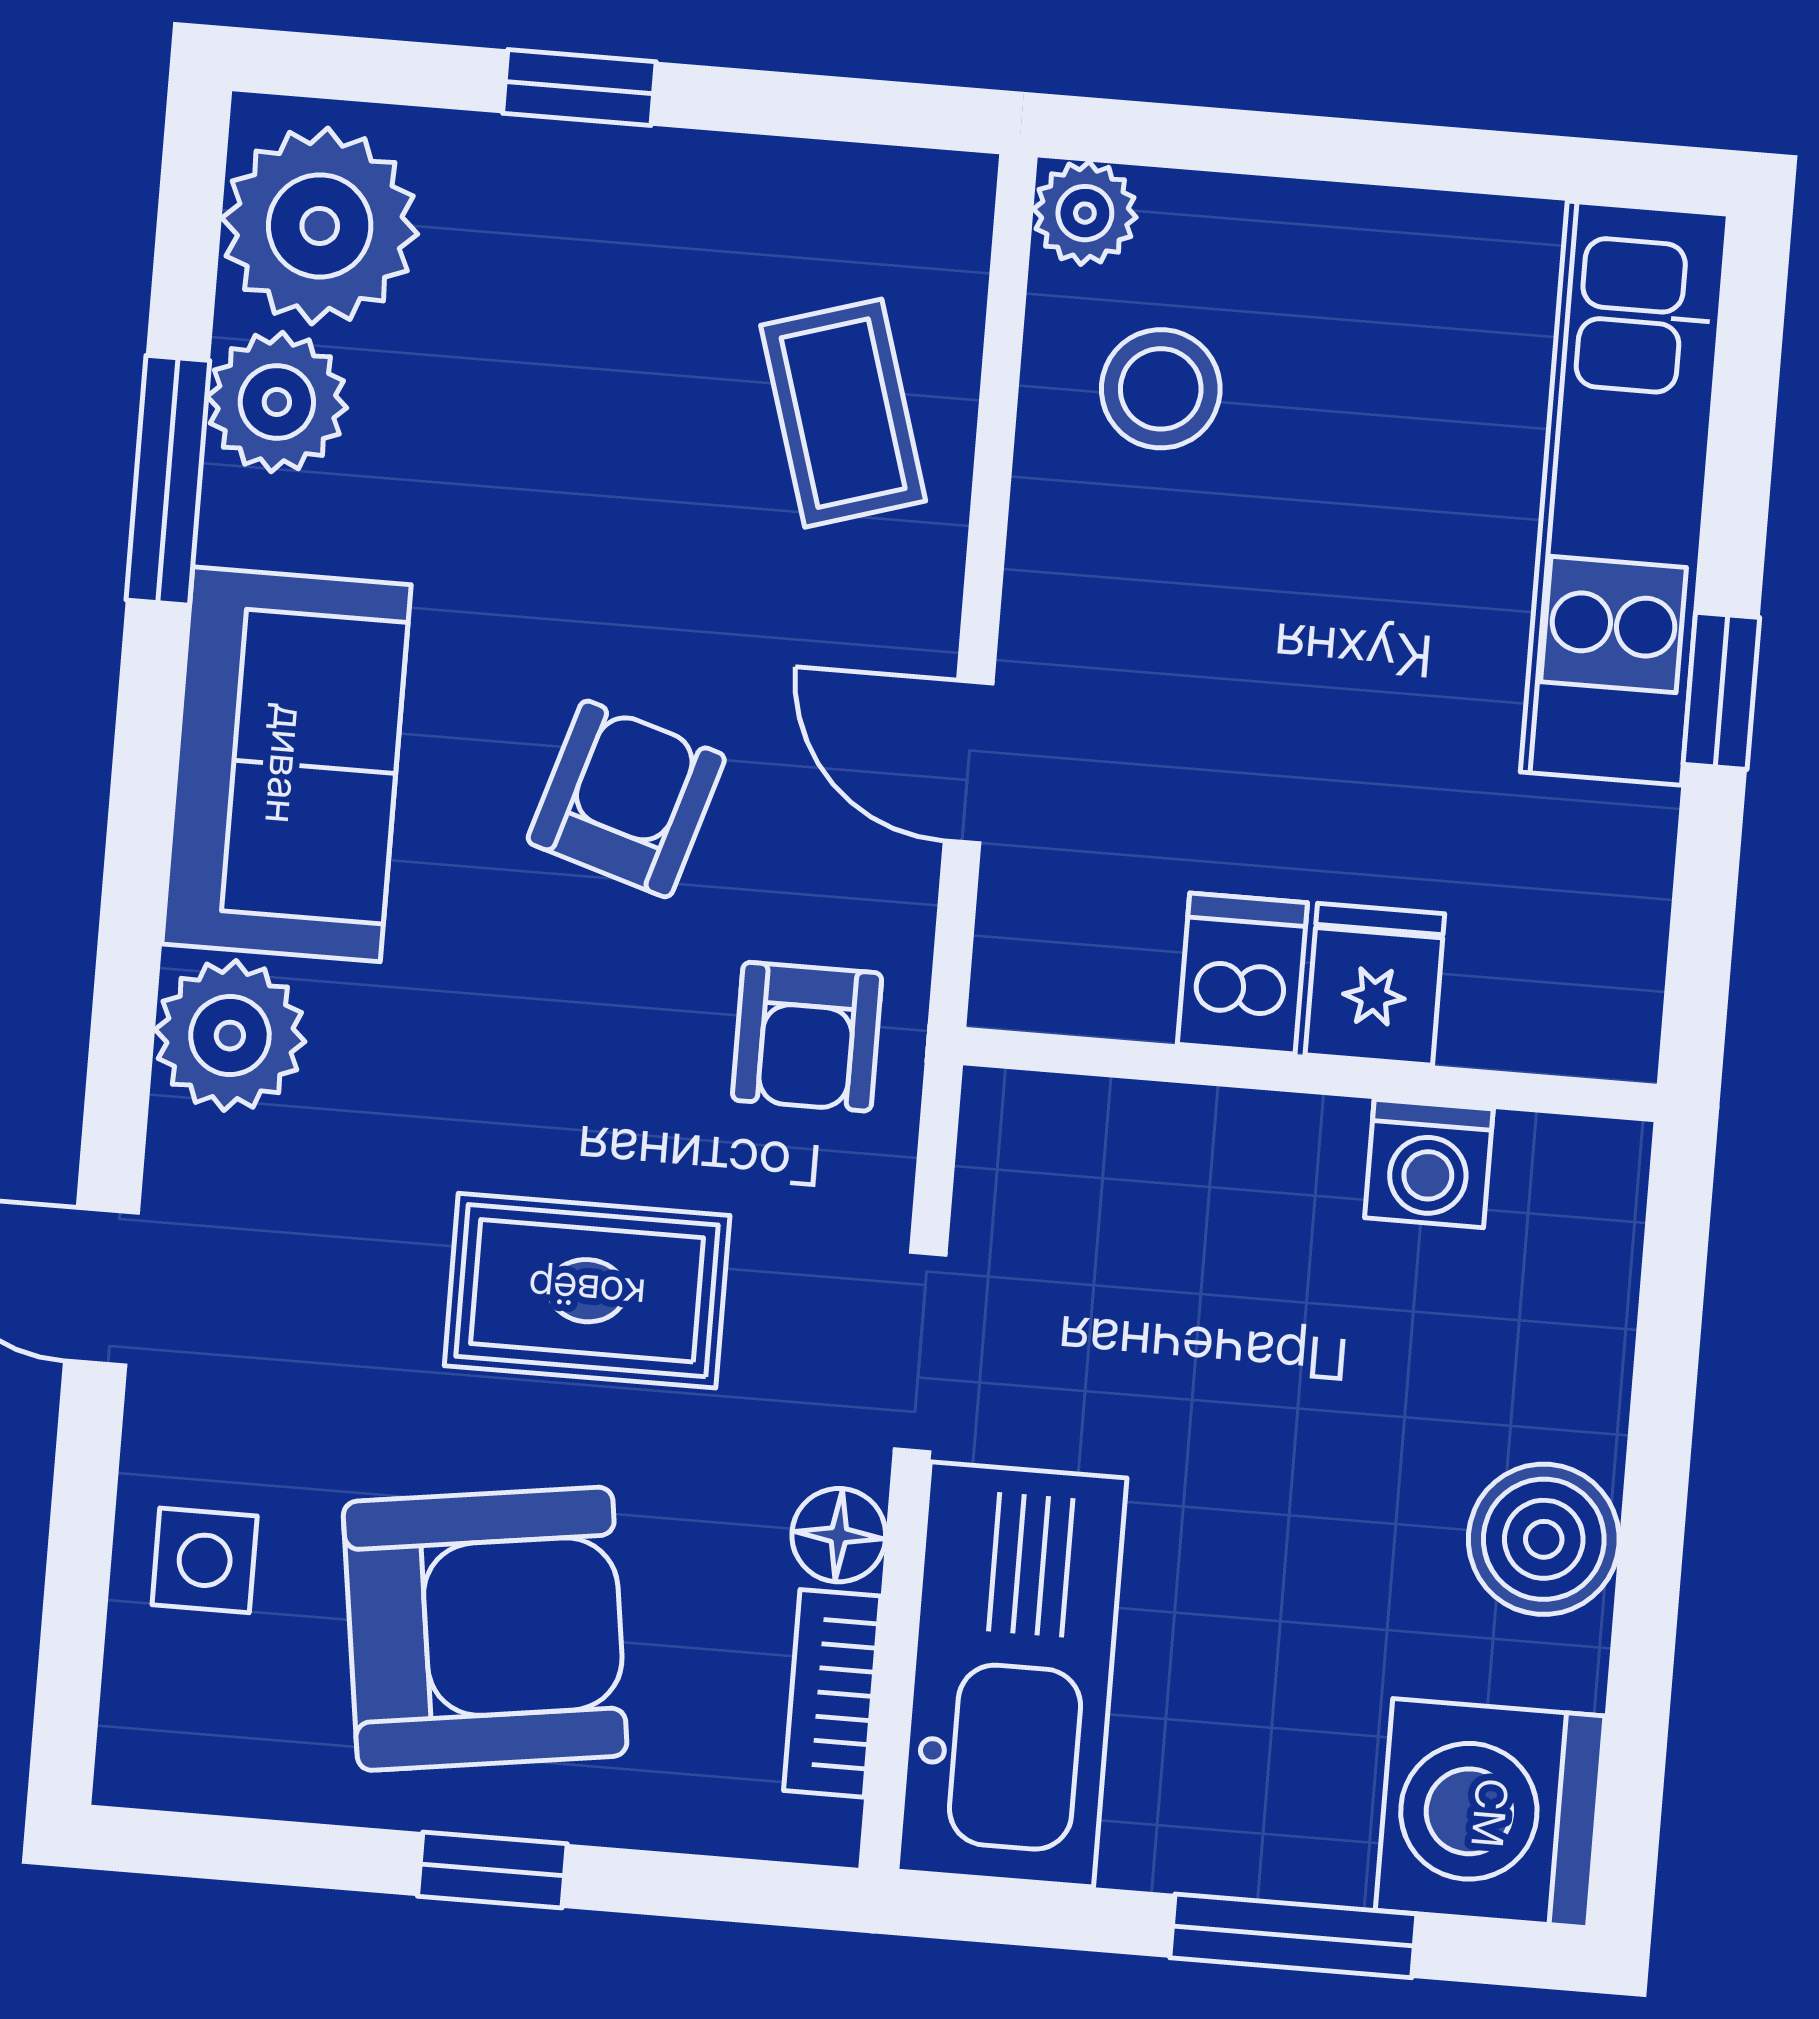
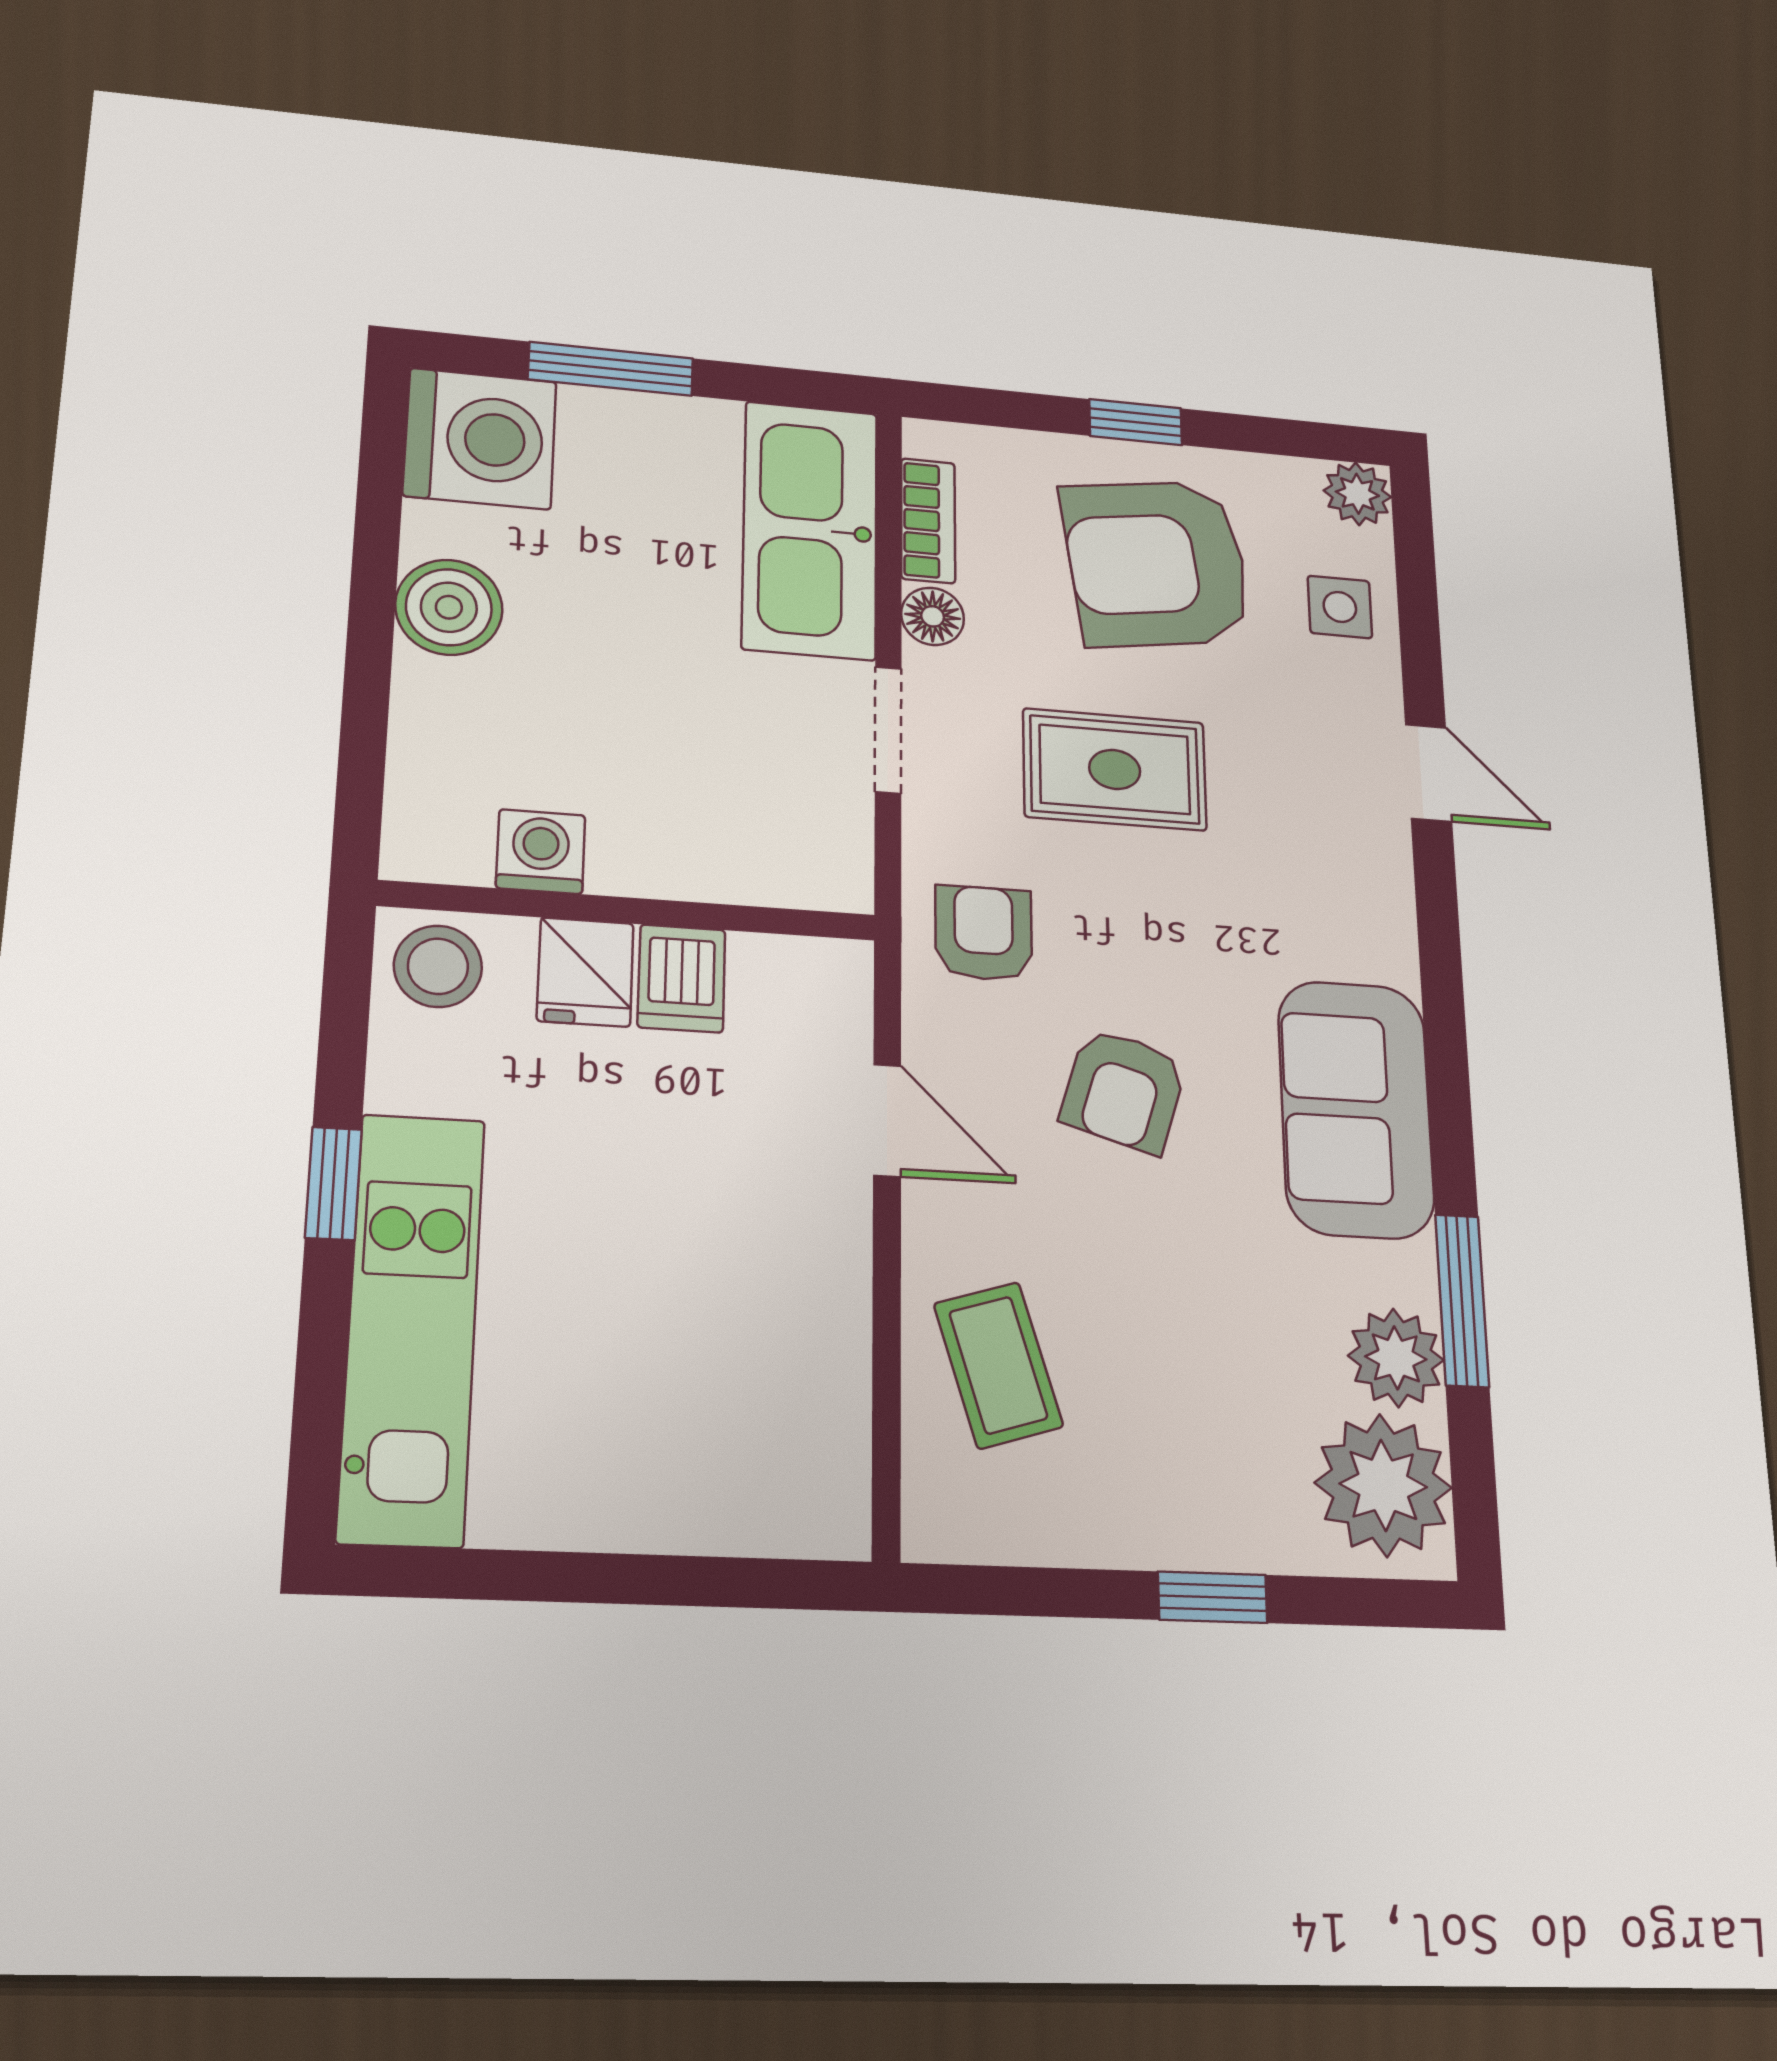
plant: (1085, 213) -> (833, 1521), removed
stool: (1161, 389) -> (438, 966), moved
plant: (230, 1036) -> (1357, 494), moved, width x0.73, depth x0.73

